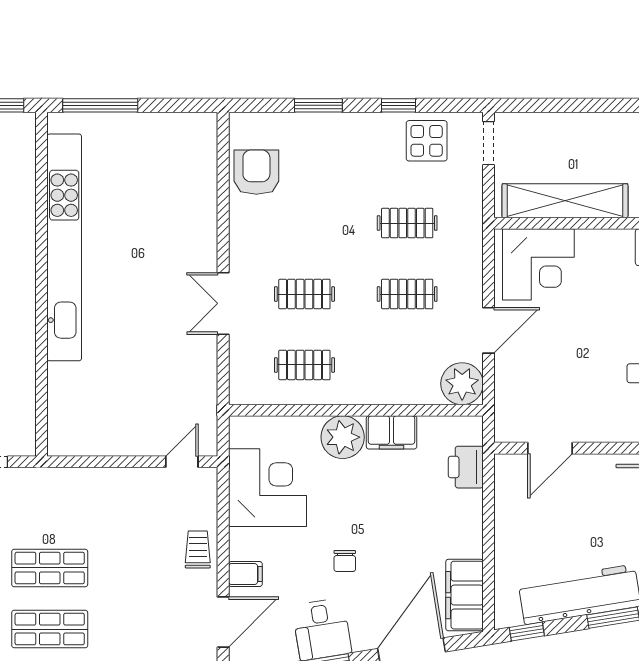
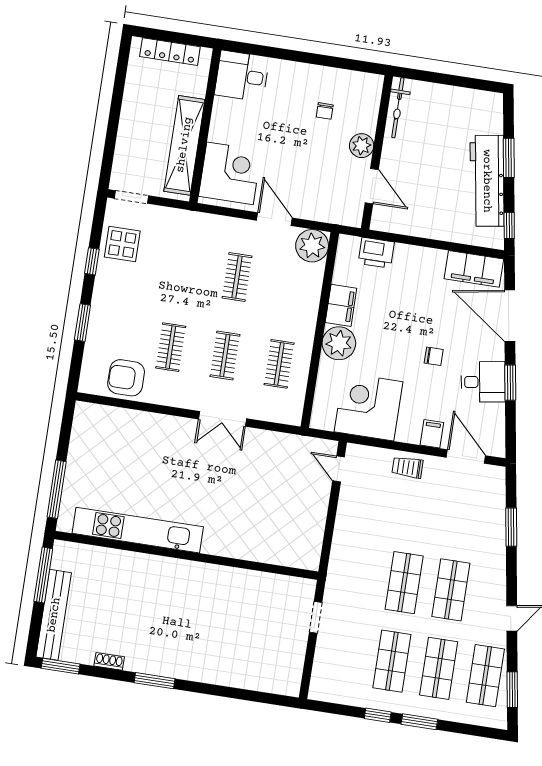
clothes rail: (407, 223) -> (171, 347), moved
kitchen unit: (64, 247) -> (138, 530), width x0.73
plant: (600, 427) -> (362, 146), added

